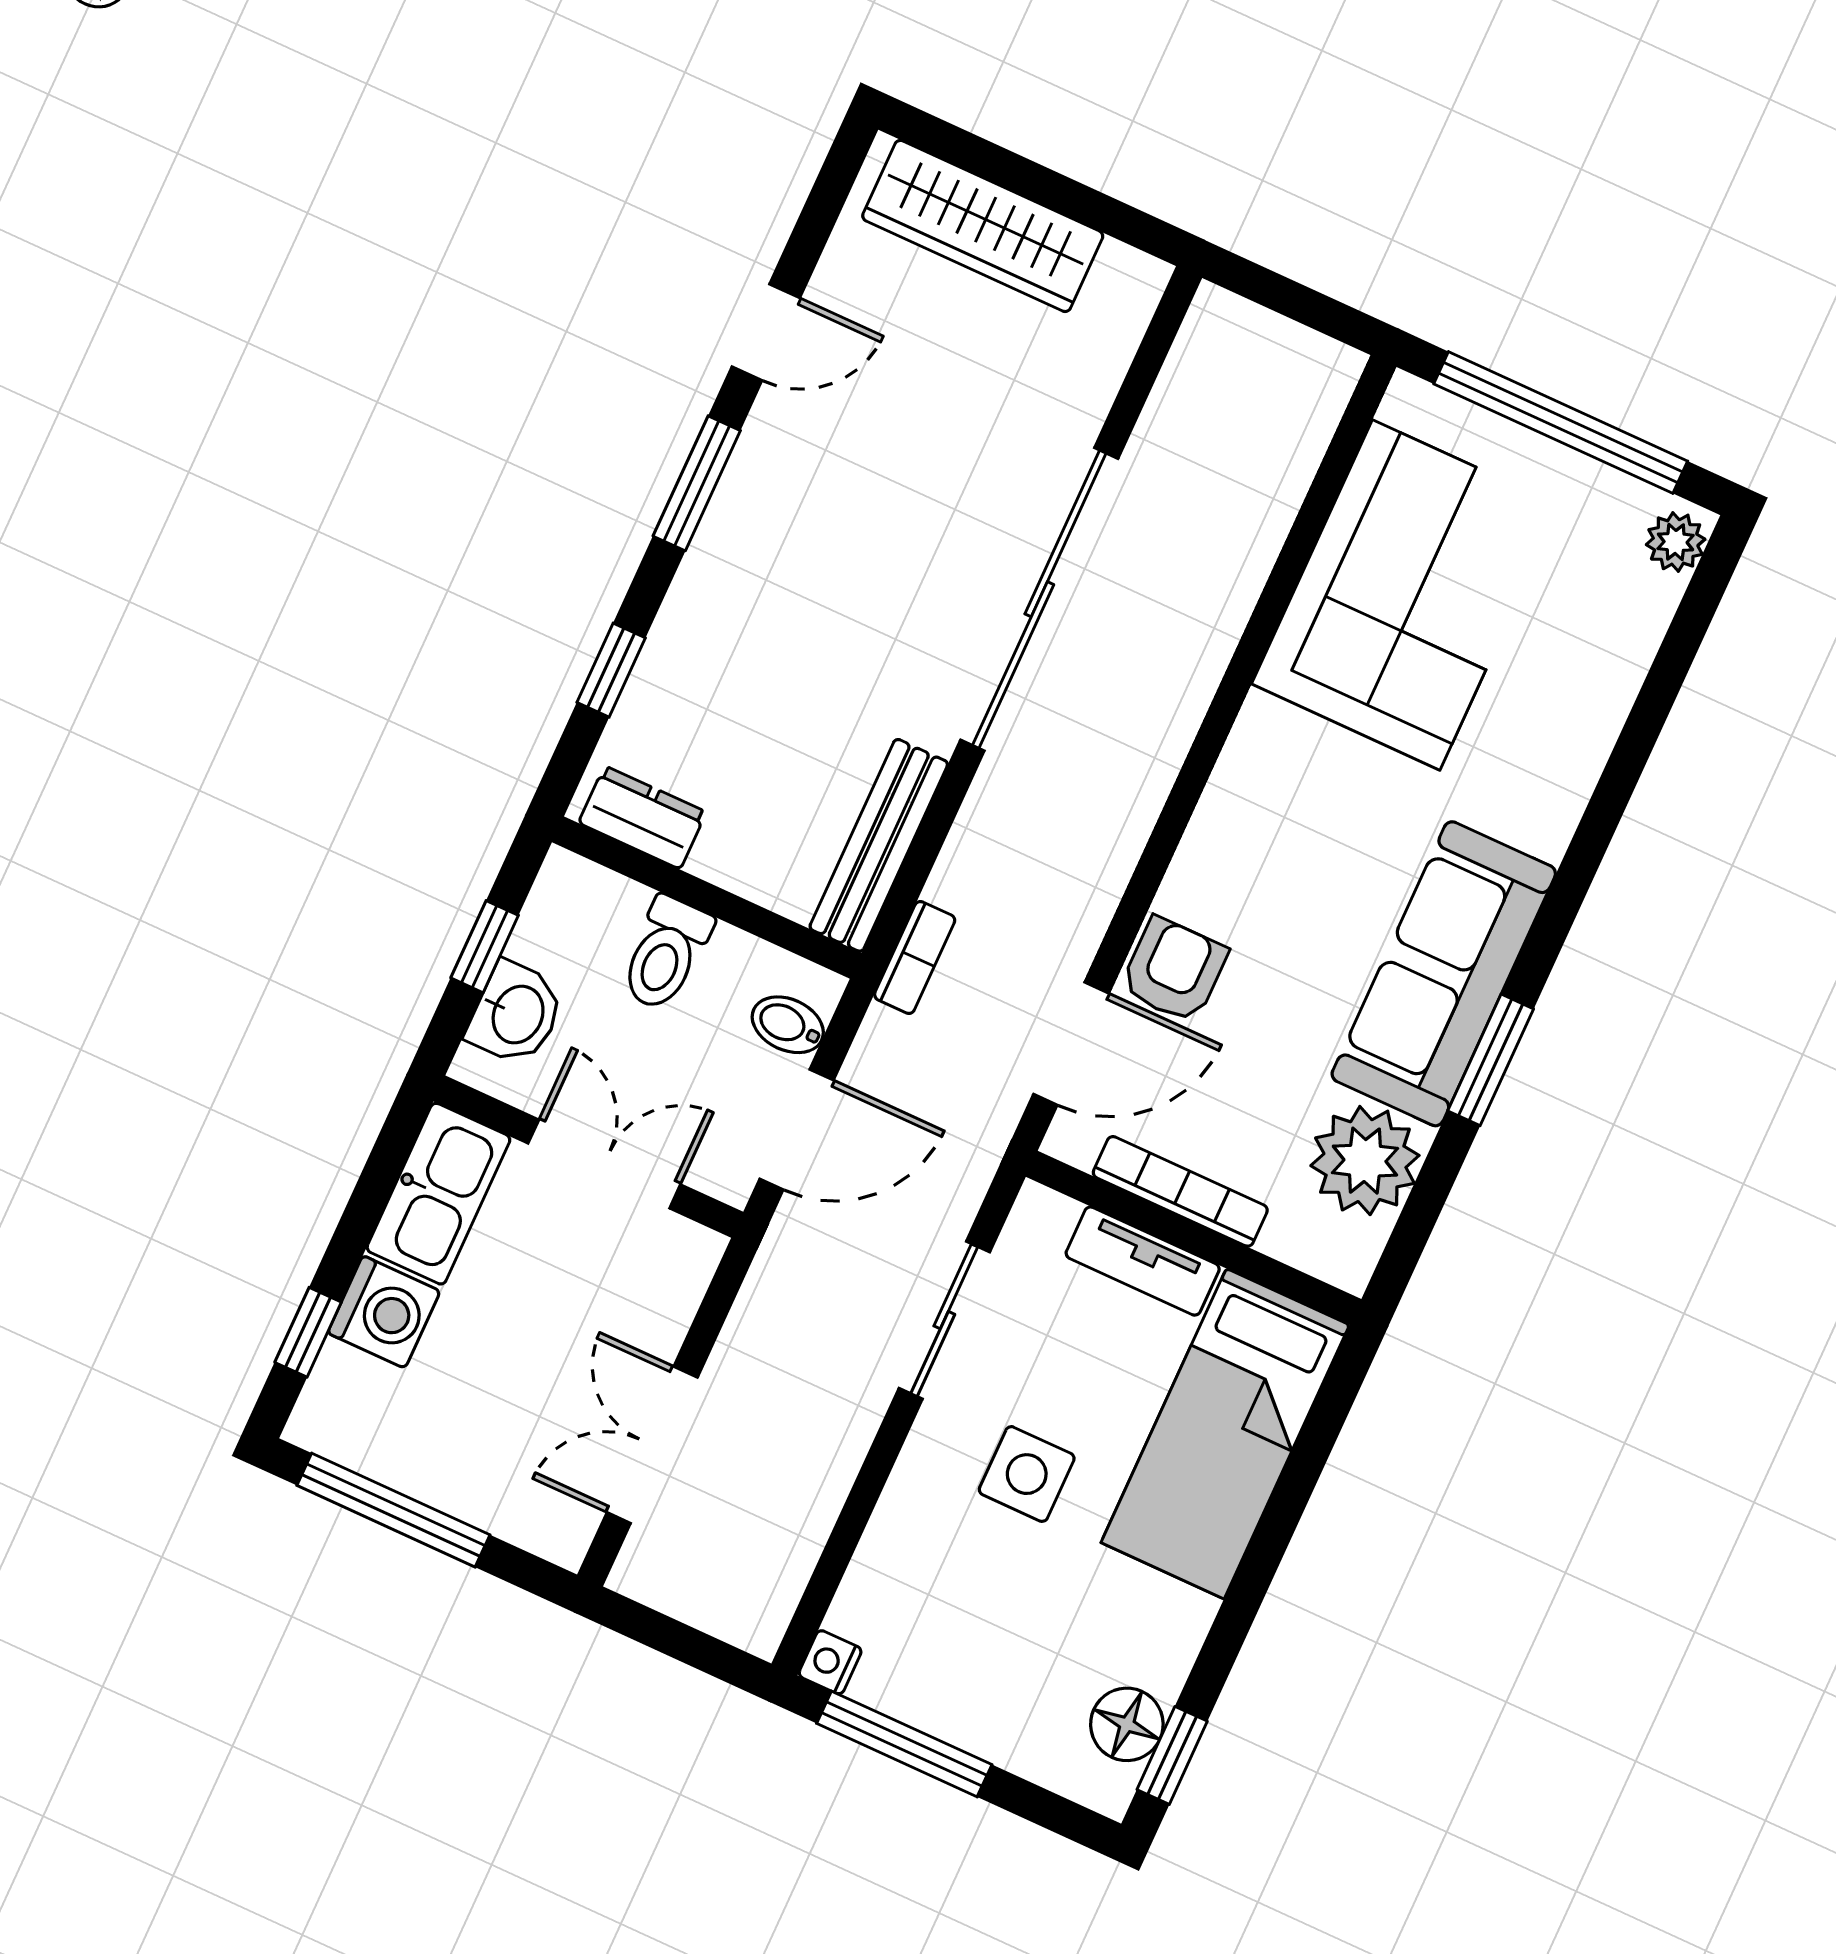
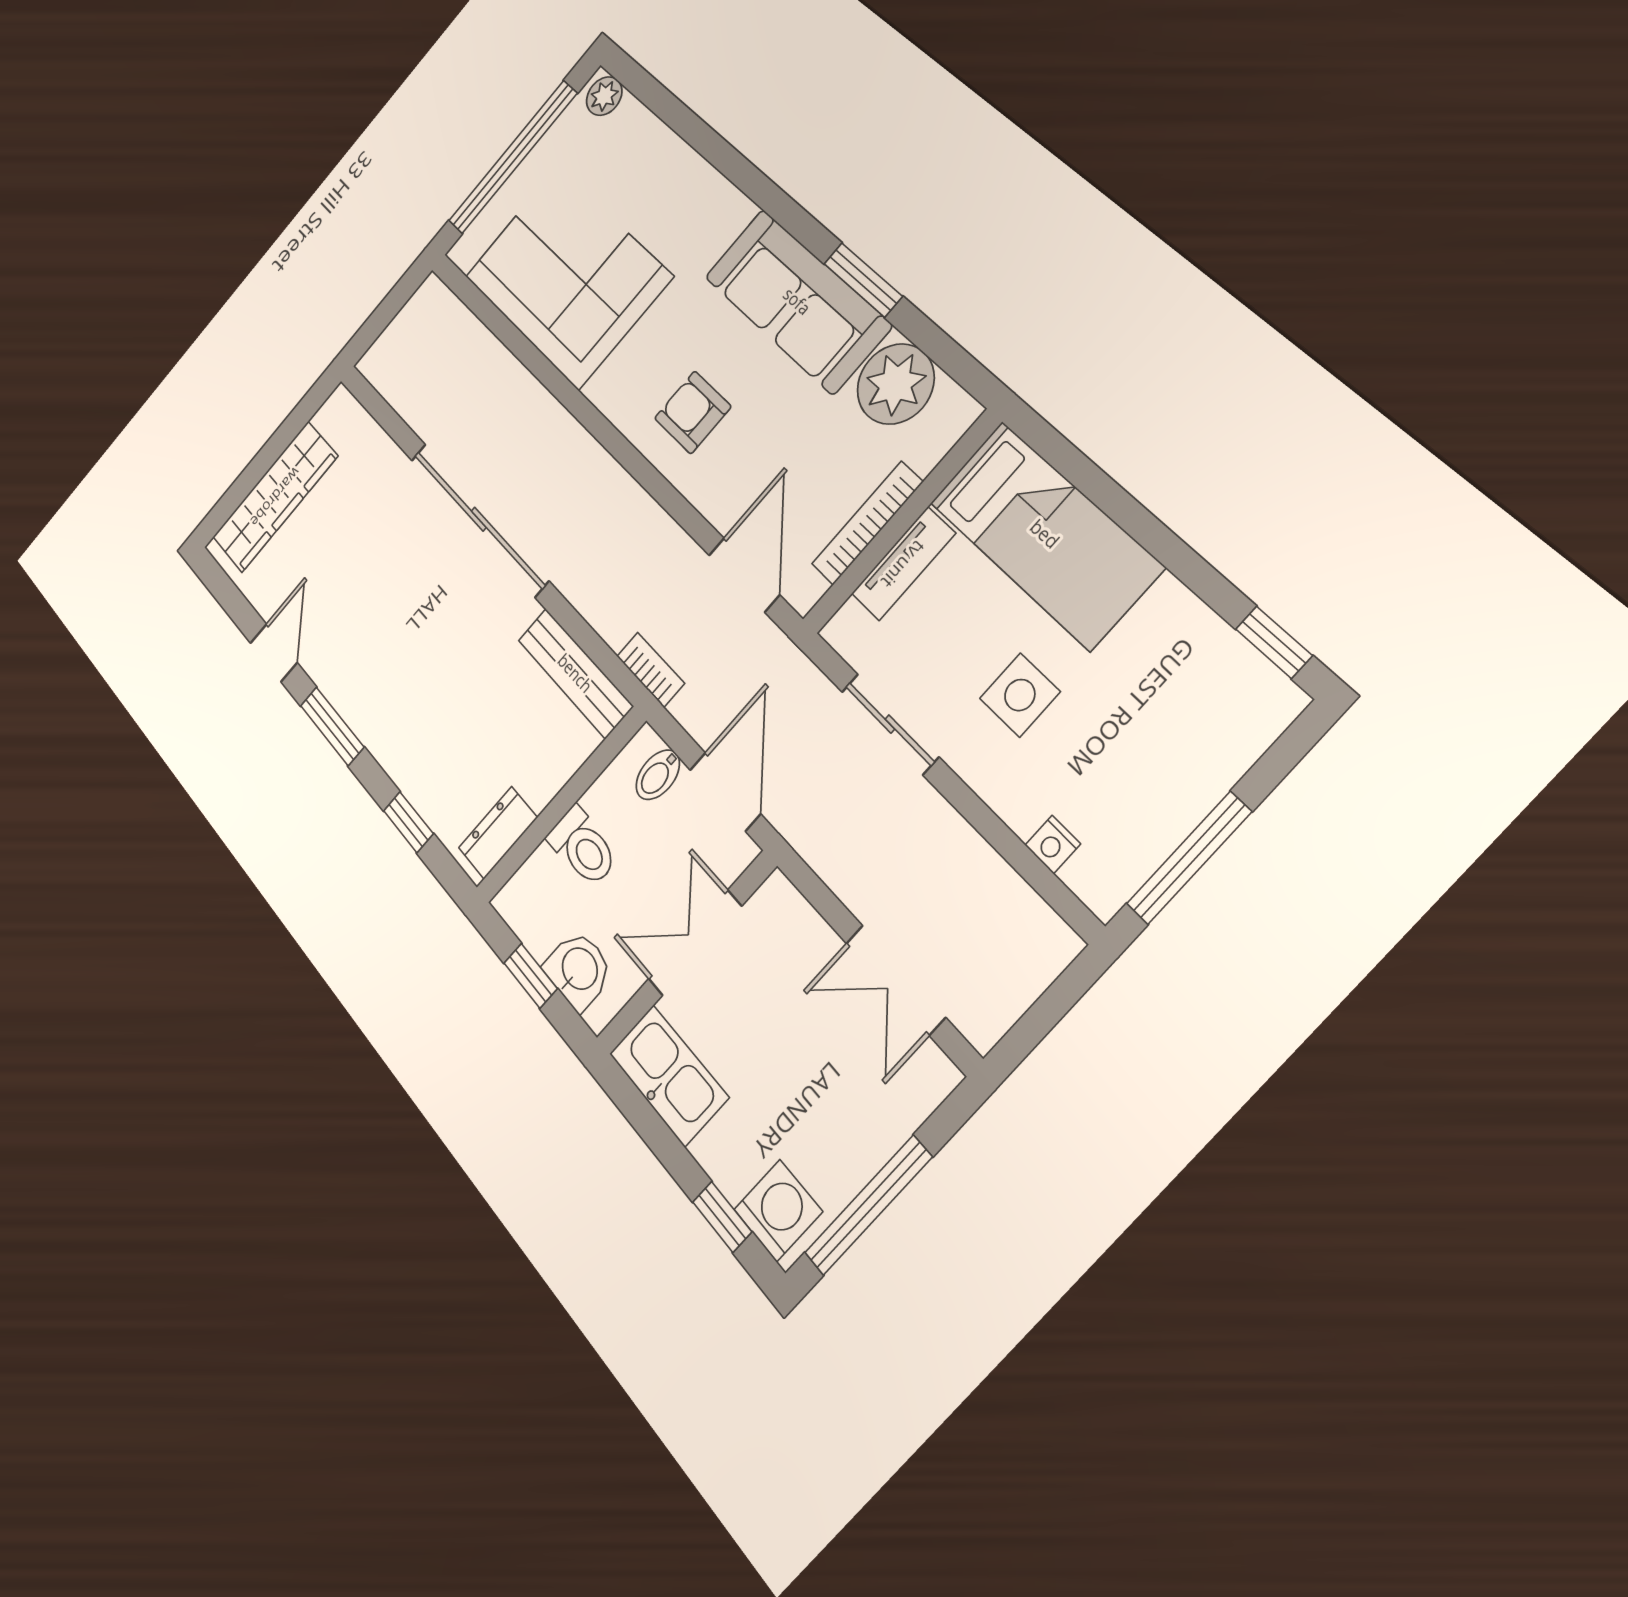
armchair: (1174, 970) -> (693, 412), moved
washing machine: (384, 1312) -> (778, 1211), moved
nightstand: (830, 1662) -> (1053, 845), moved
floor lamp: (1127, 1724) -> (1236, 672), removed

